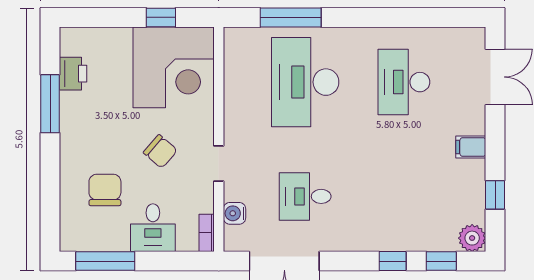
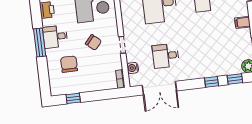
window: (50, 104) -> (40, 42), moved
desk: (153, 228) -> (55, 37), moved, turned 90
window: (105, 261) -> (73, 98), width x0.46

